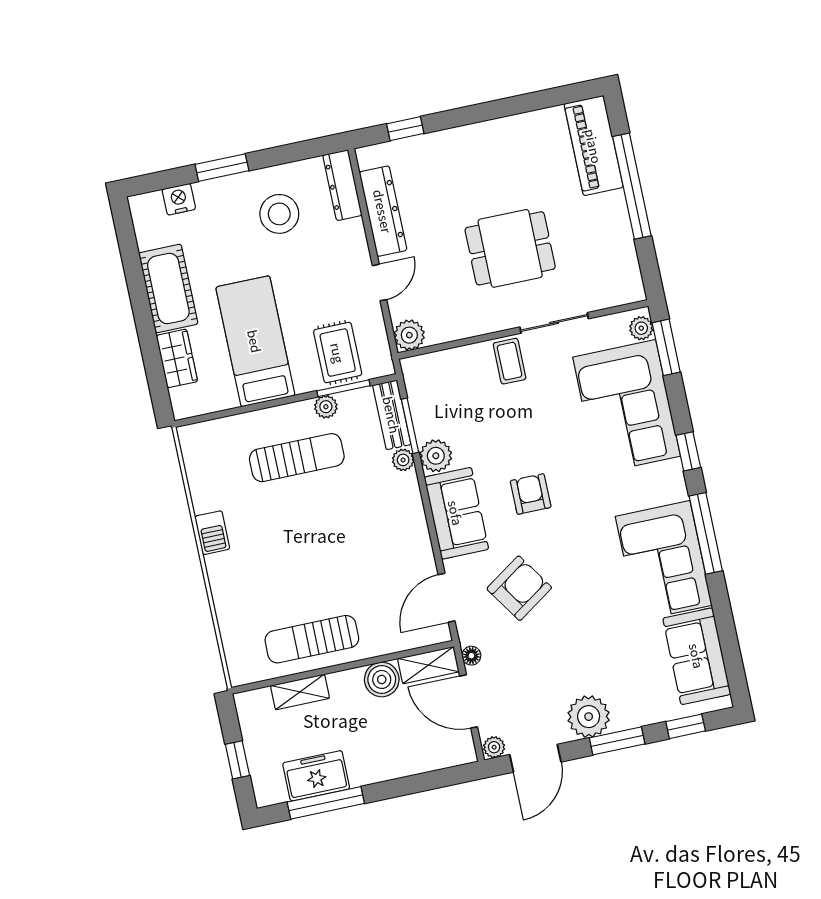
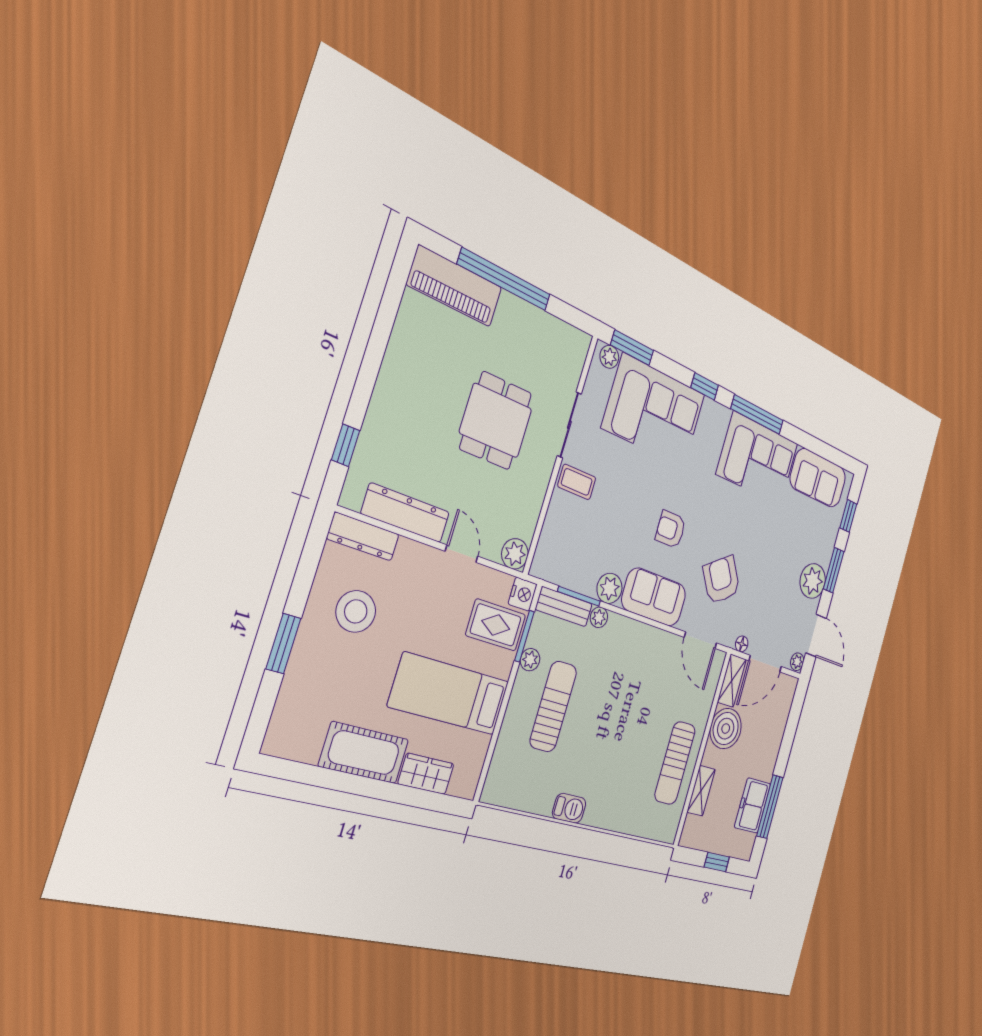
nightstand: (179, 199) -> (523, 594), moved, turned 180
boiler: (382, 679) -> (726, 729), width x1.37, depth x1.37

